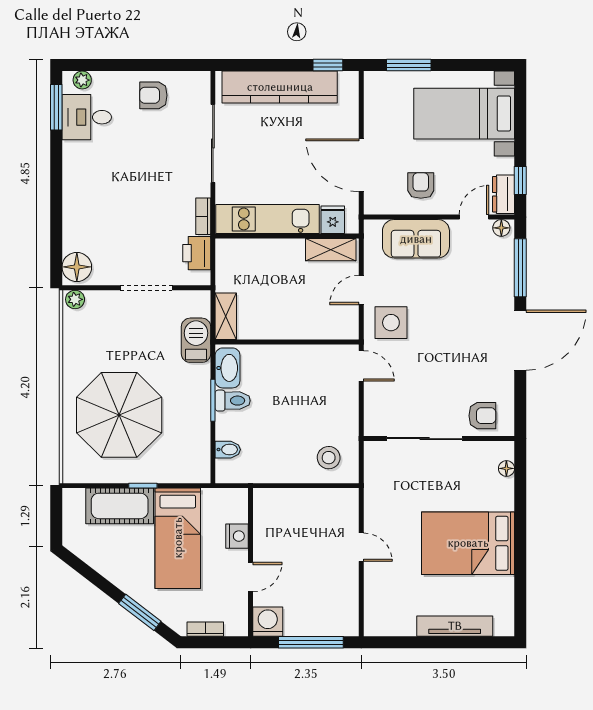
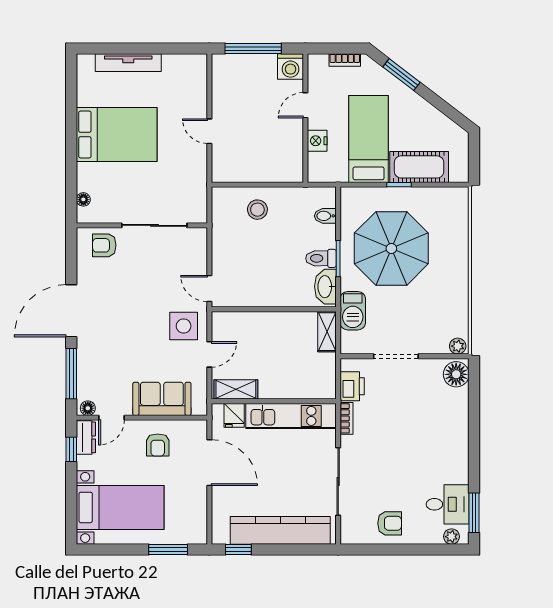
parasol: (119, 415) -> (391, 248), moved
stool: (329, 458) -> (257, 210), moved

